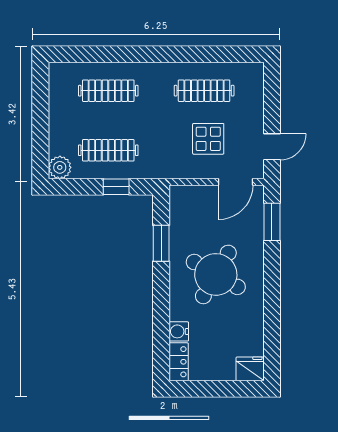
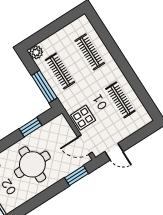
display table: (208, 139) -> (83, 118), moved
window: (116, 187) -> (44, 87), width x2.17
round table: (216, 274) -> (32, 164), turned -30

